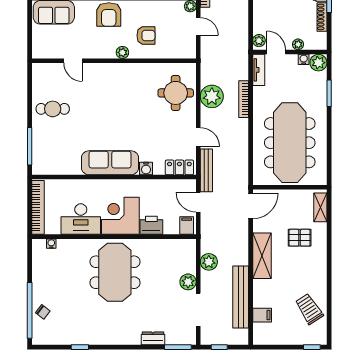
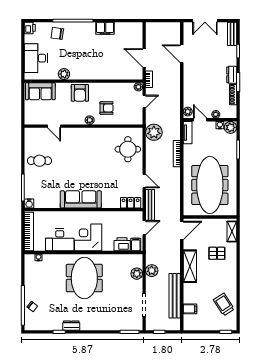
door: (198, 26) -> (144, 101), hinge flipped
plant: (212, 96) -> (154, 132), moved
water cooler: (146, 168) -> (29, 203), moved
door: (198, 202) -> (144, 228), swing flipped
printer: (151, 225) -> (122, 244), moved
plant: (188, 282) -> (137, 274), moved
dresser: (153, 338) -> (71, 326), moved

